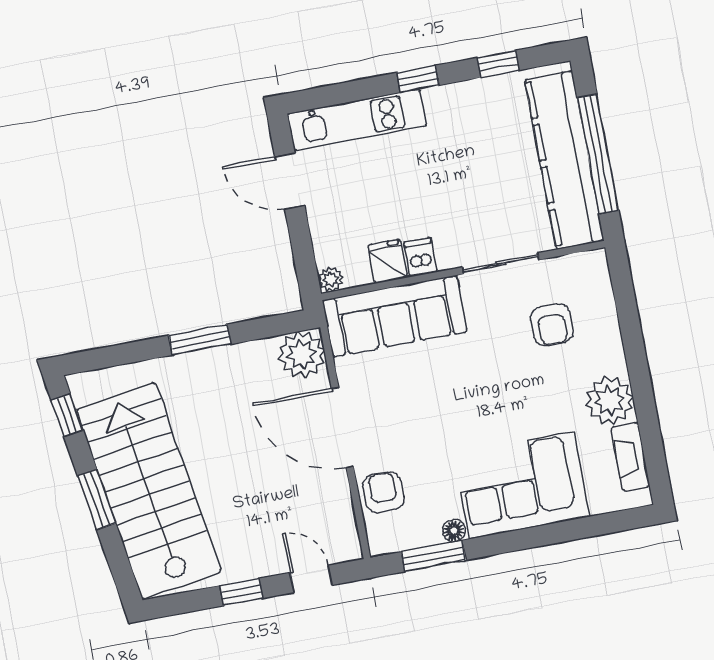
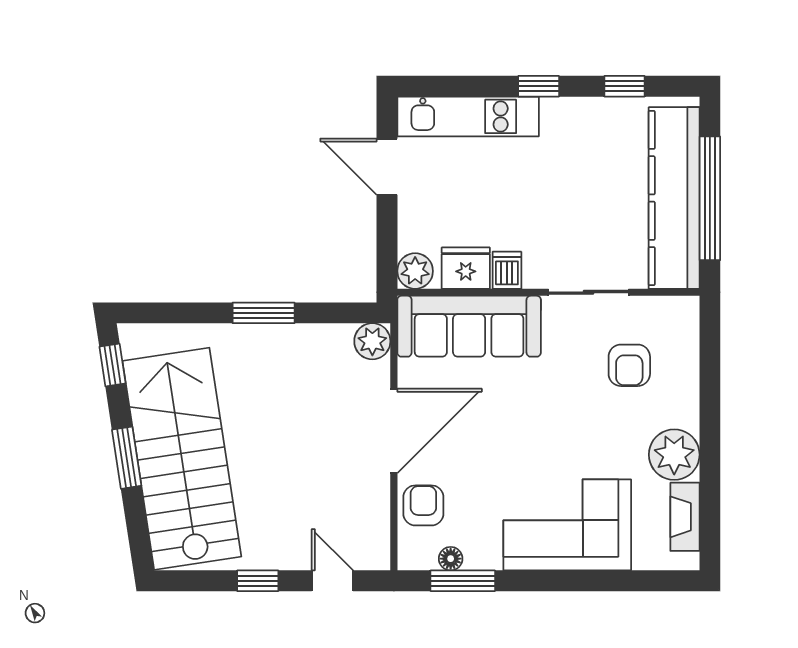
fridge: (388, 261) -> (466, 268), width x1.38
plant: (331, 279) -> (415, 271), width x1.38, depth x1.38
plant: (302, 355) -> (372, 341), width x0.73, depth x0.73
door: (343, 428) -> (394, 431), swing flipped
floor lamp: (454, 531) -> (451, 559), moved

